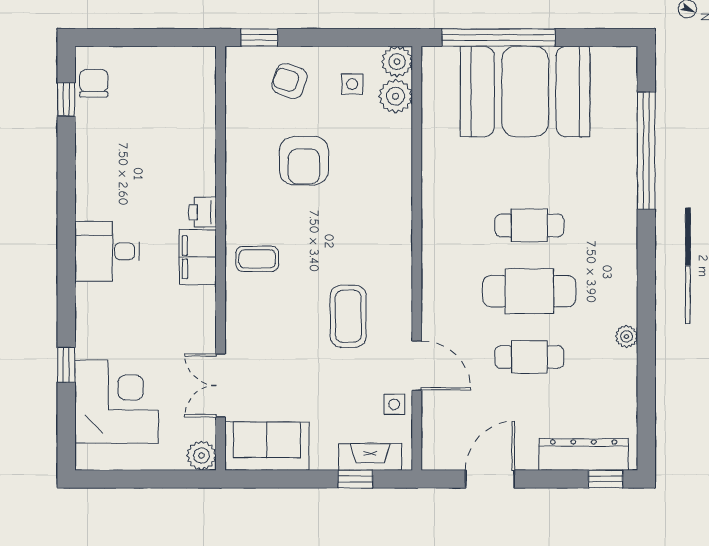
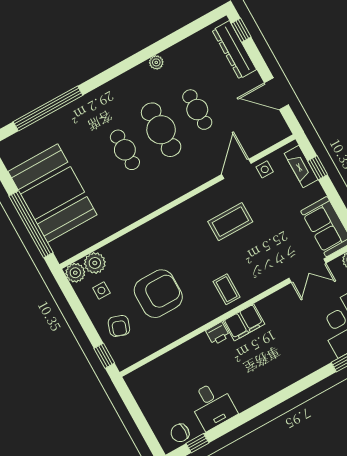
armchair: (304, 161) -> (158, 294), width x1.36, depth x1.36
desk: (107, 251) -> (212, 405), moved

